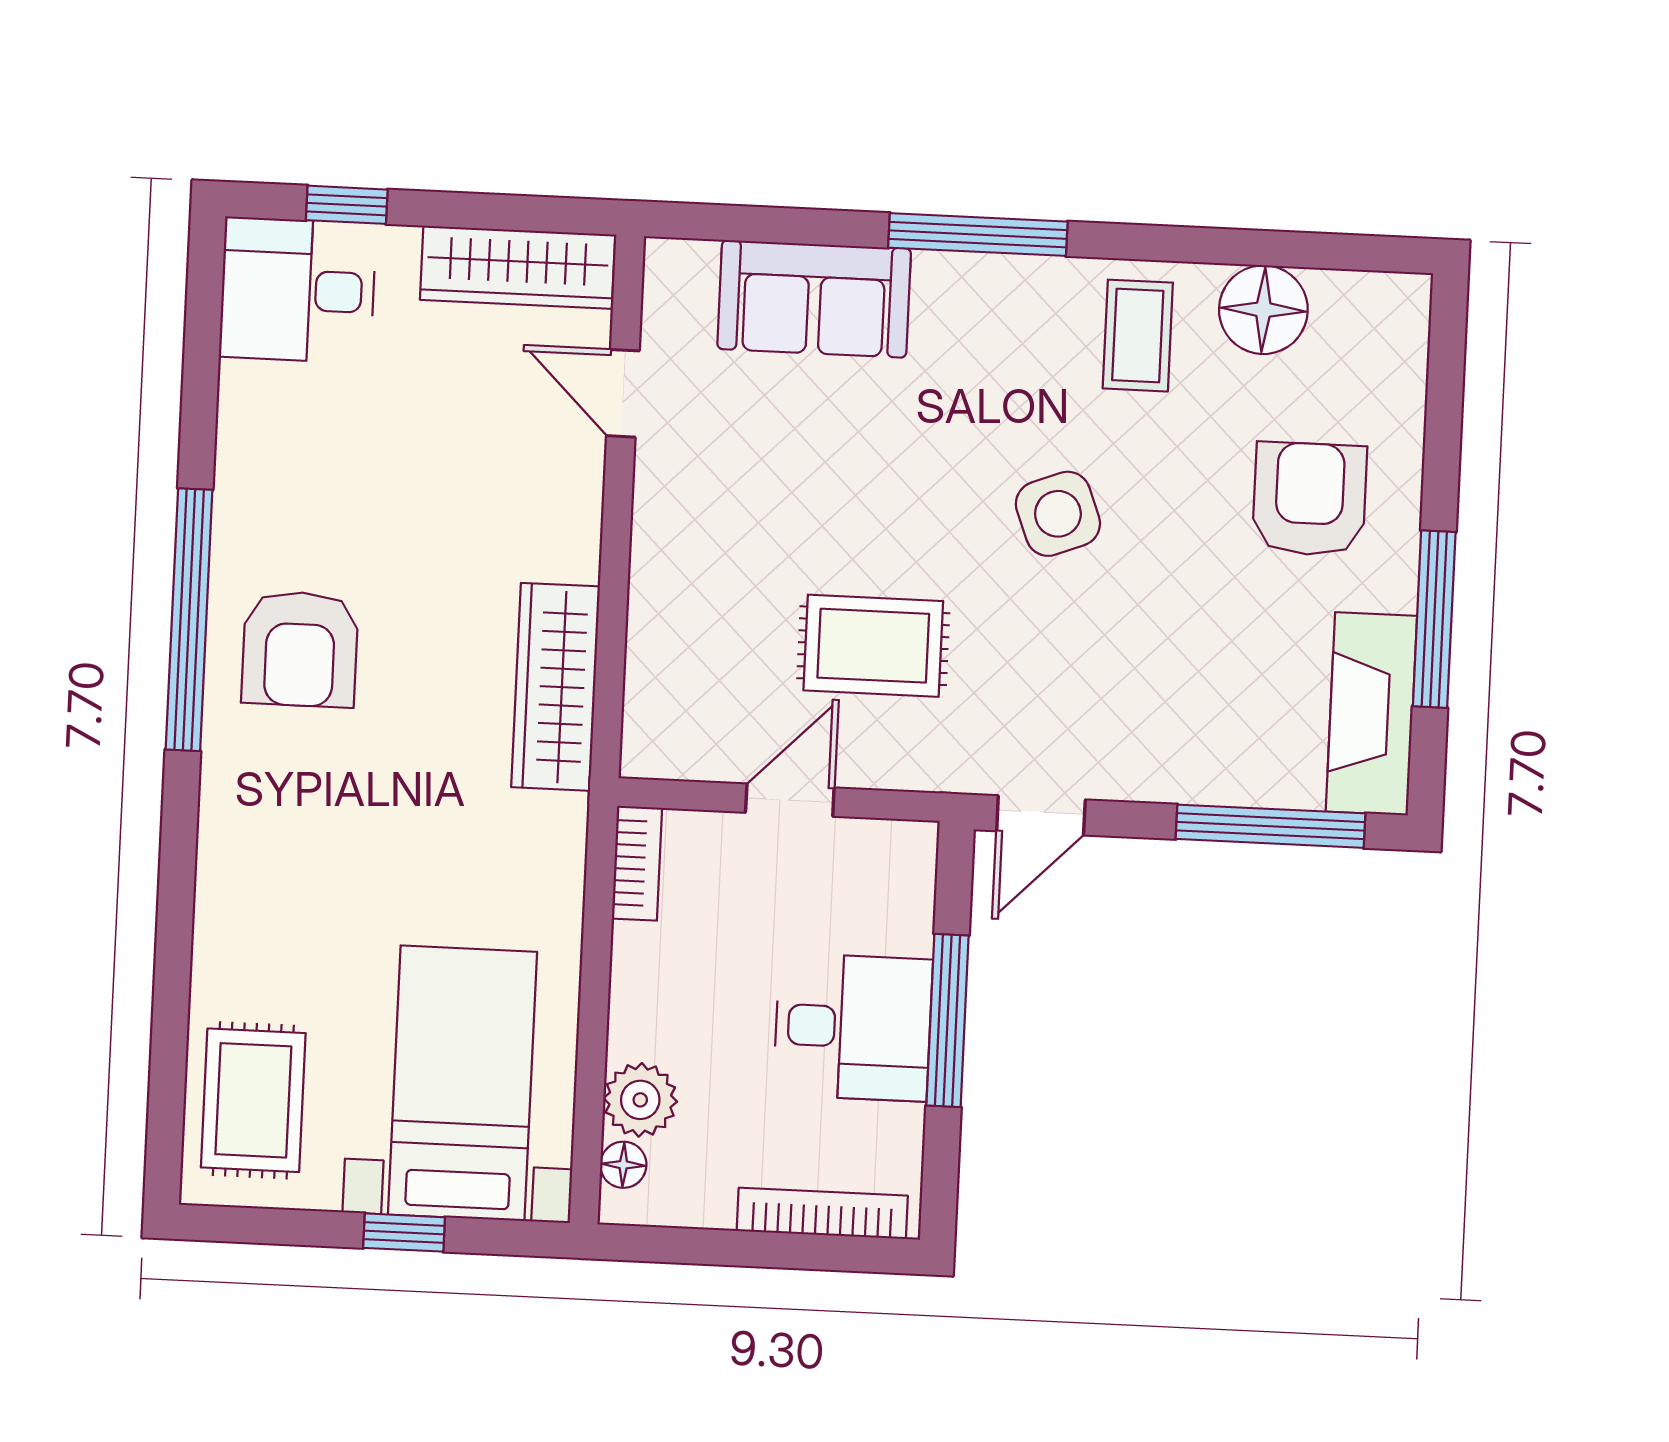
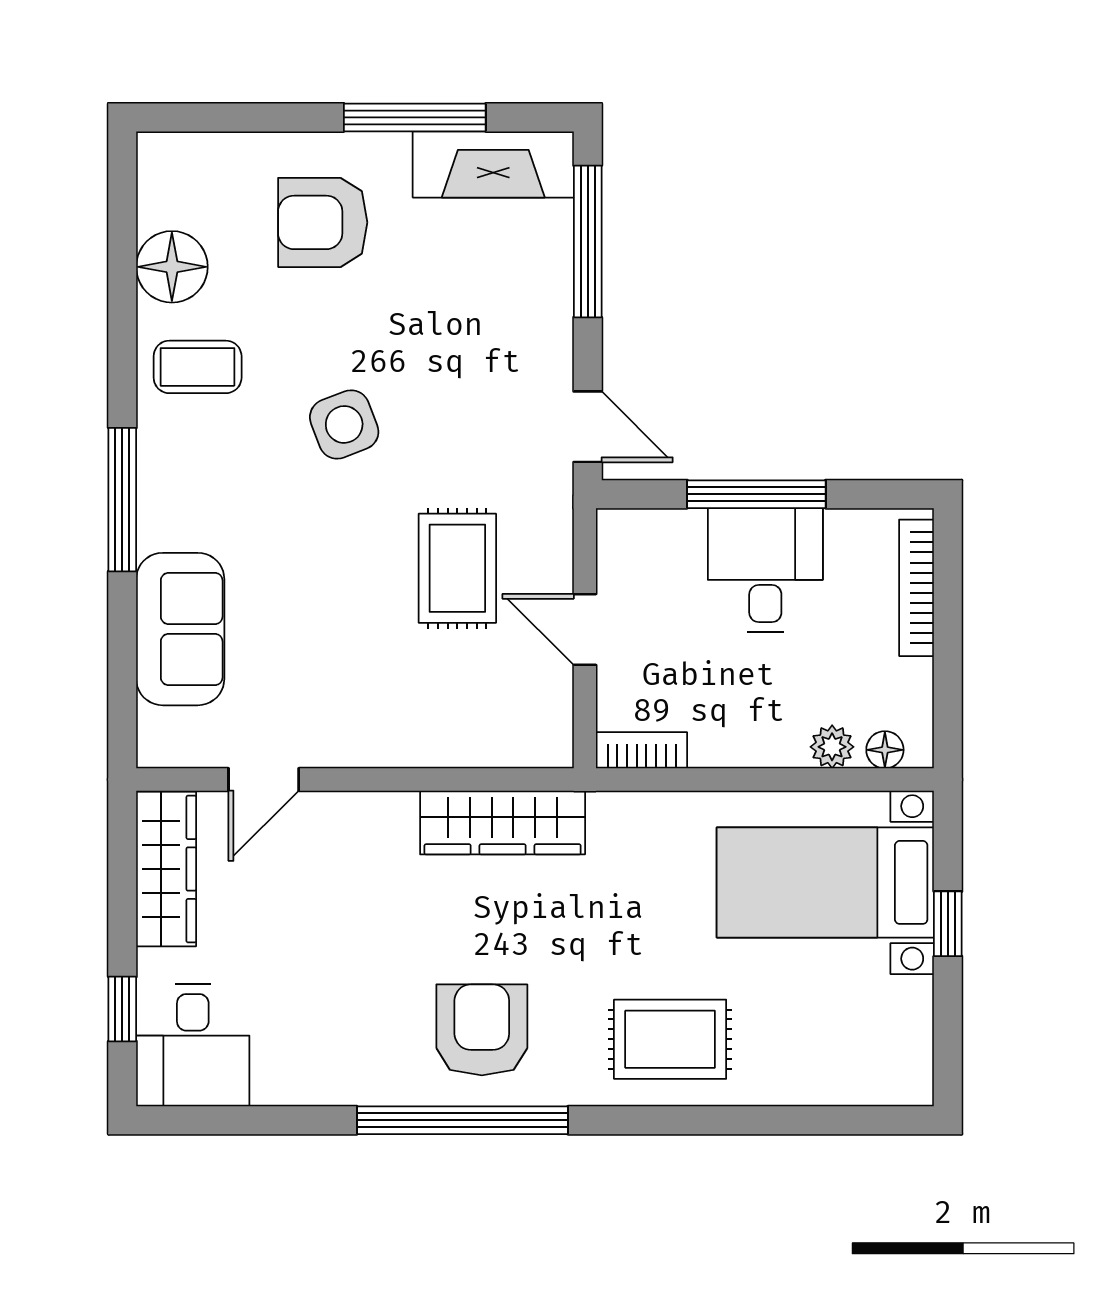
armchair: (300, 649) -> (482, 1030), turned -90
rug: (253, 1100) -> (670, 1039), moved
plant: (640, 1100) -> (832, 747), width x0.73, depth x0.73

